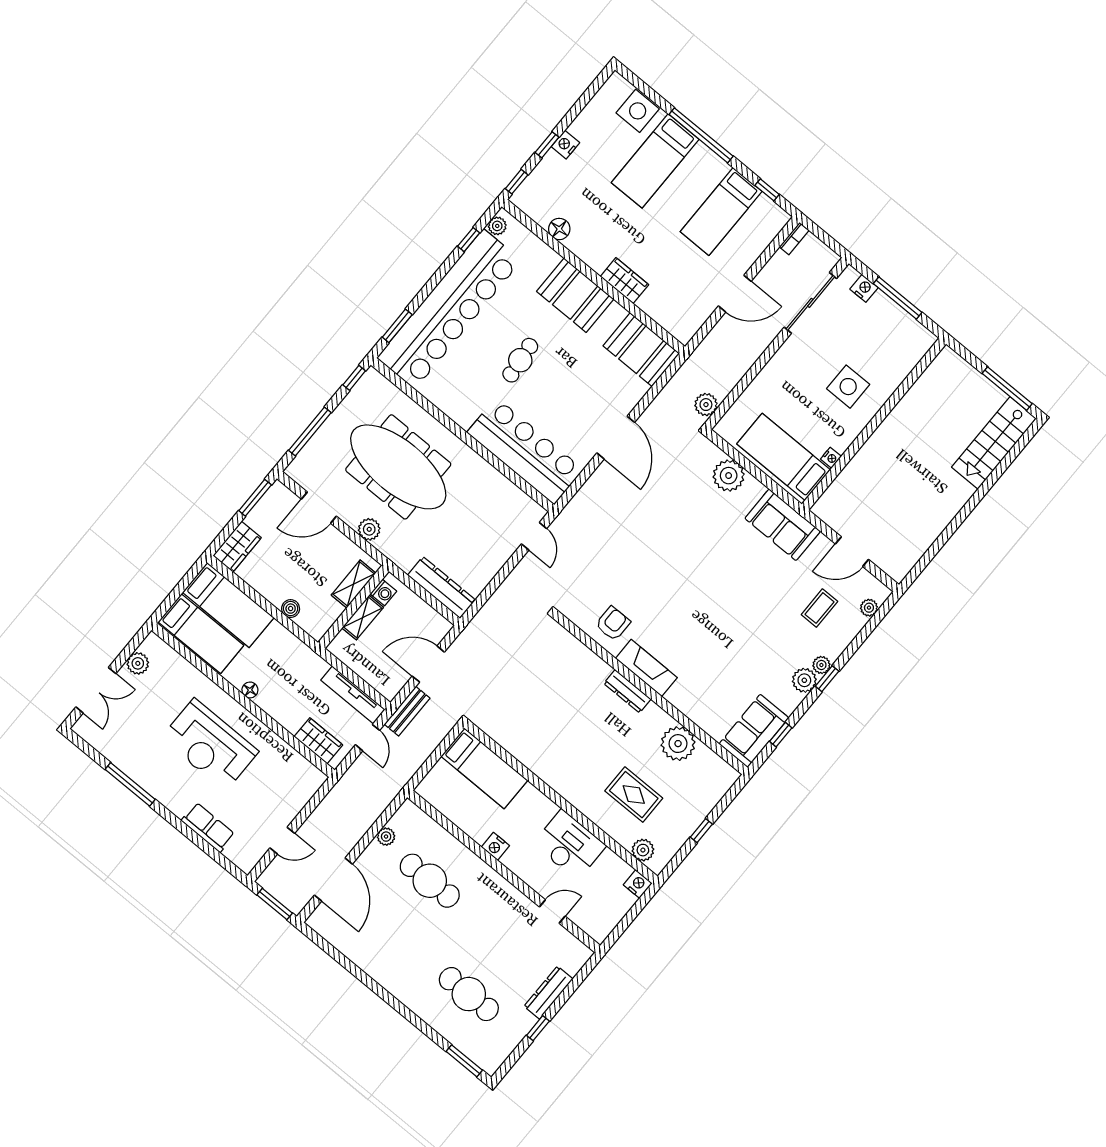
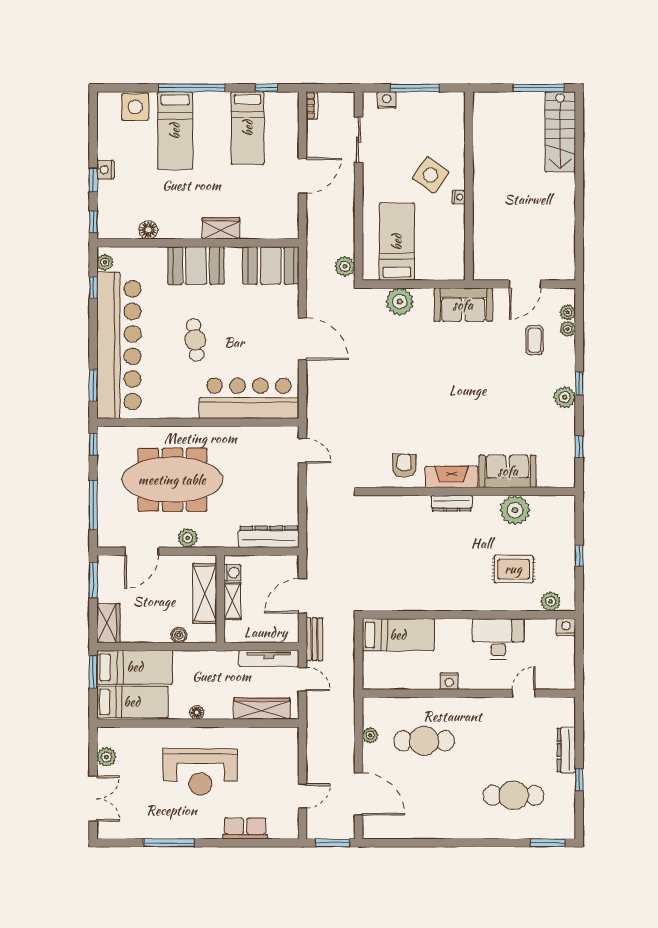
sliding door: (810, 303) -> (359, 140), width x0.73
side table: (848, 387) -> (431, 175), turned 35
bed: (784, 457) -> (397, 242), moved, turned 90
nightstand: (831, 458) -> (459, 197), moved
window: (188, 579) -> (93, 672), added
shelving: (354, 584) -> (205, 593), width x1.50, depth x1.33
plant: (821, 665) -> (568, 329), moved
sofa: (754, 731) -> (508, 471), moved, turned 90
wardrobe: (318, 741) -> (262, 709), width x1.50

